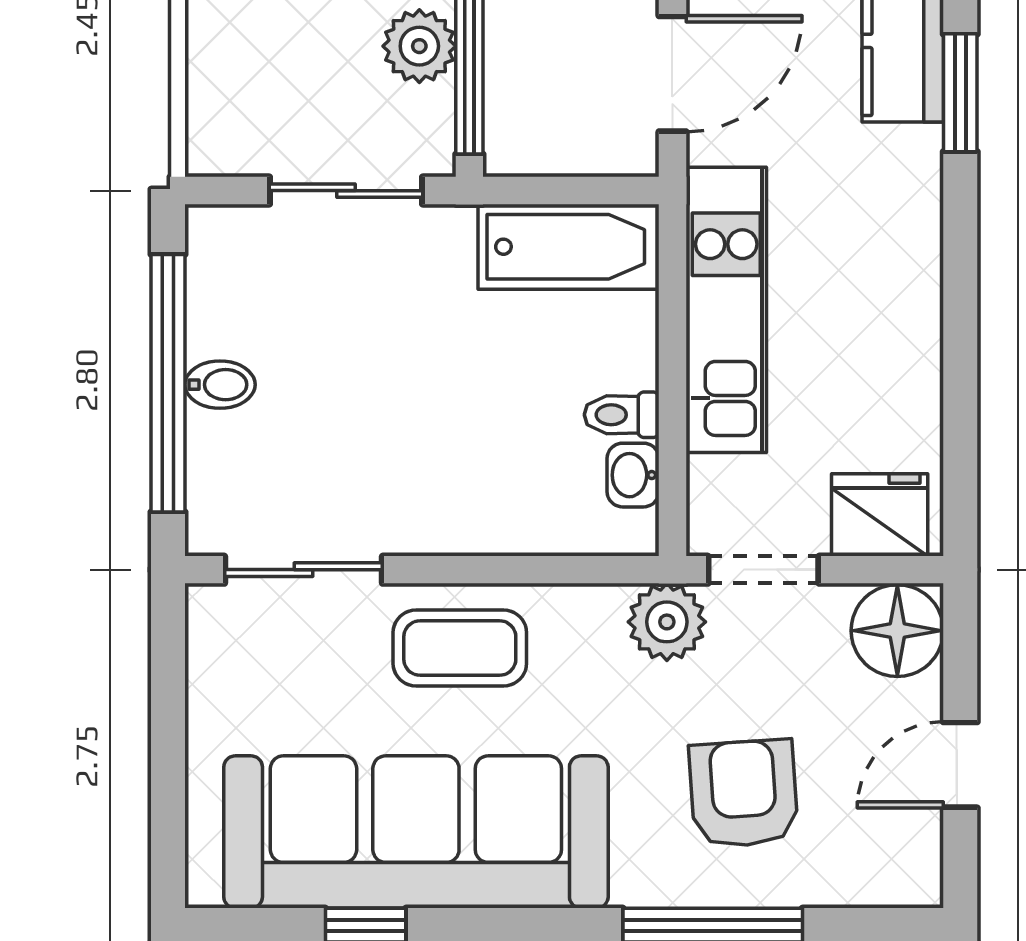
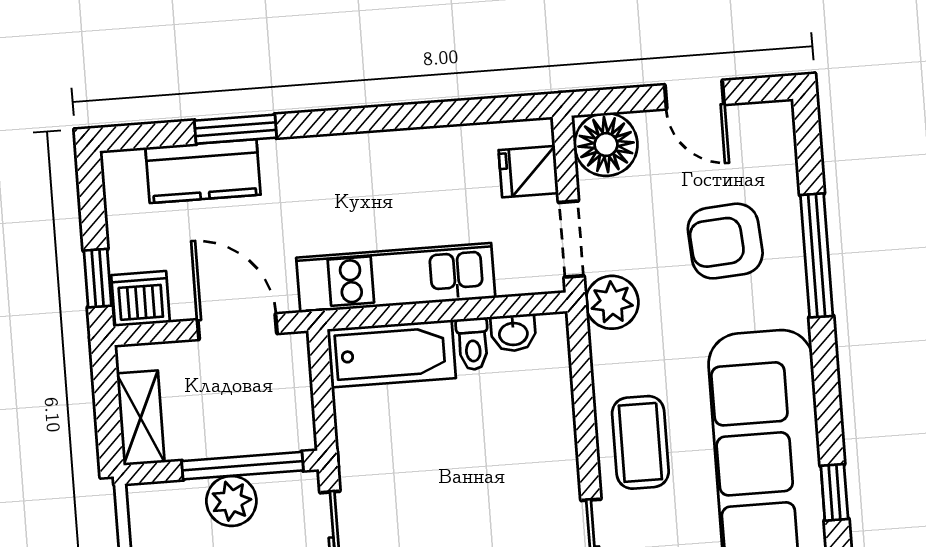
bathtub: (569, 247) -> (392, 354), moved, turned 90
fridge: (880, 515) -> (529, 172), width x0.72

